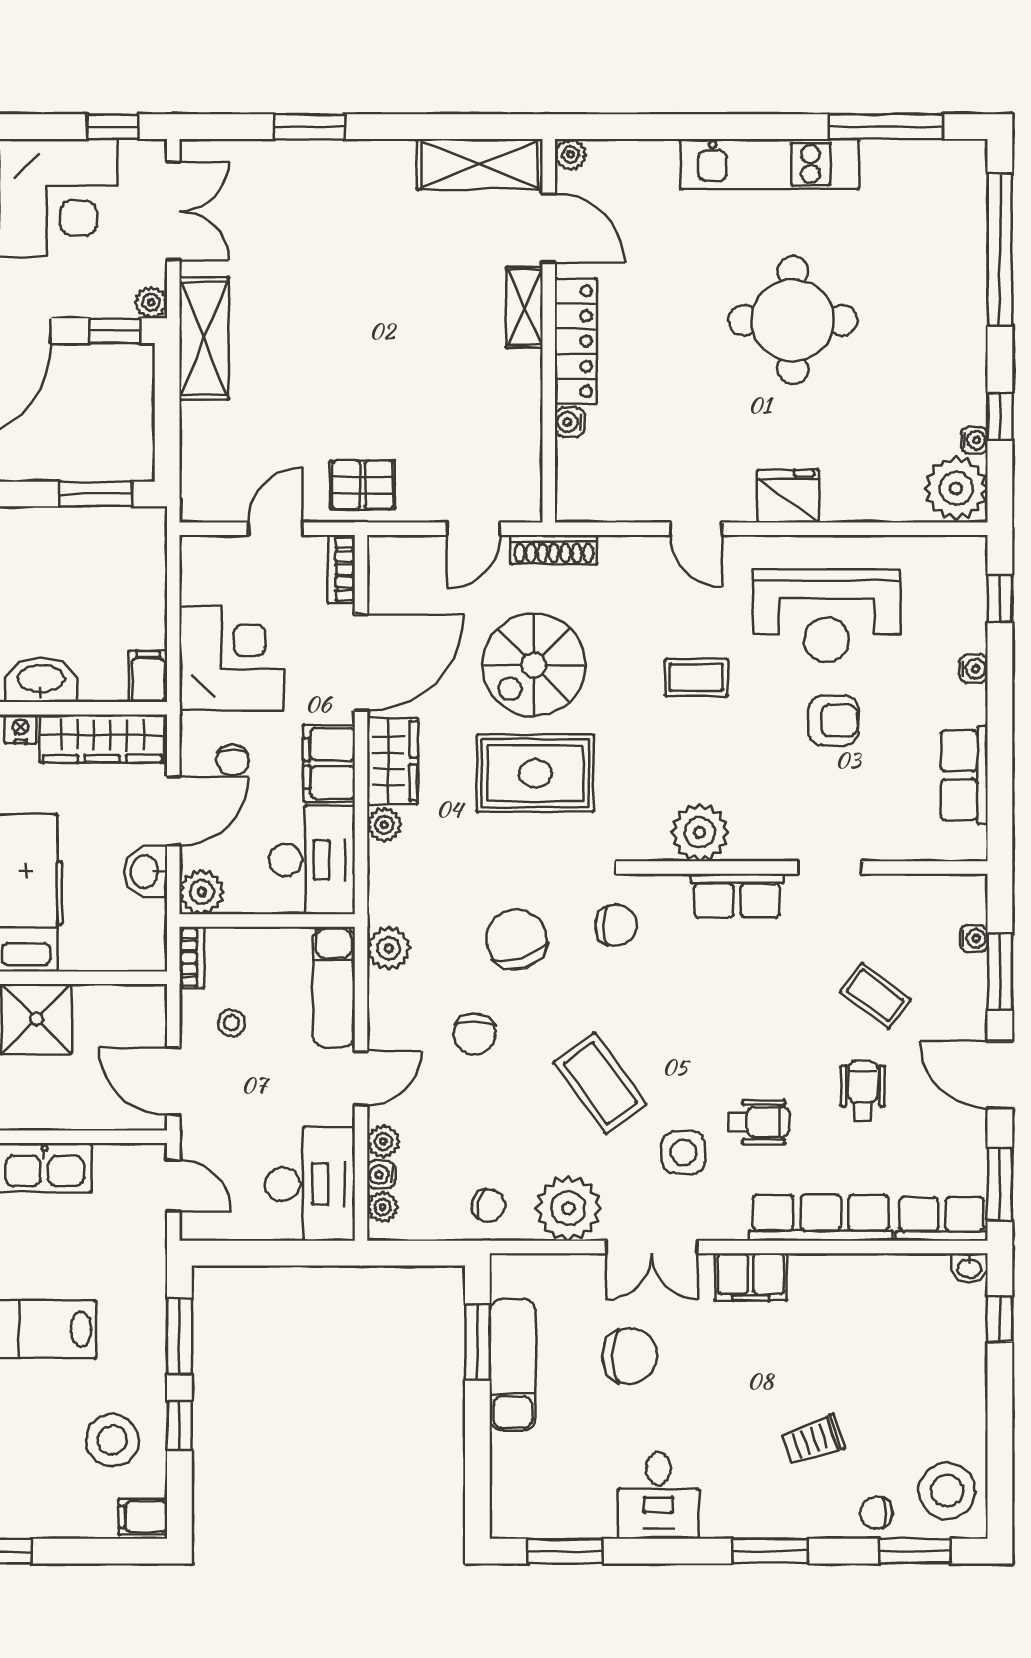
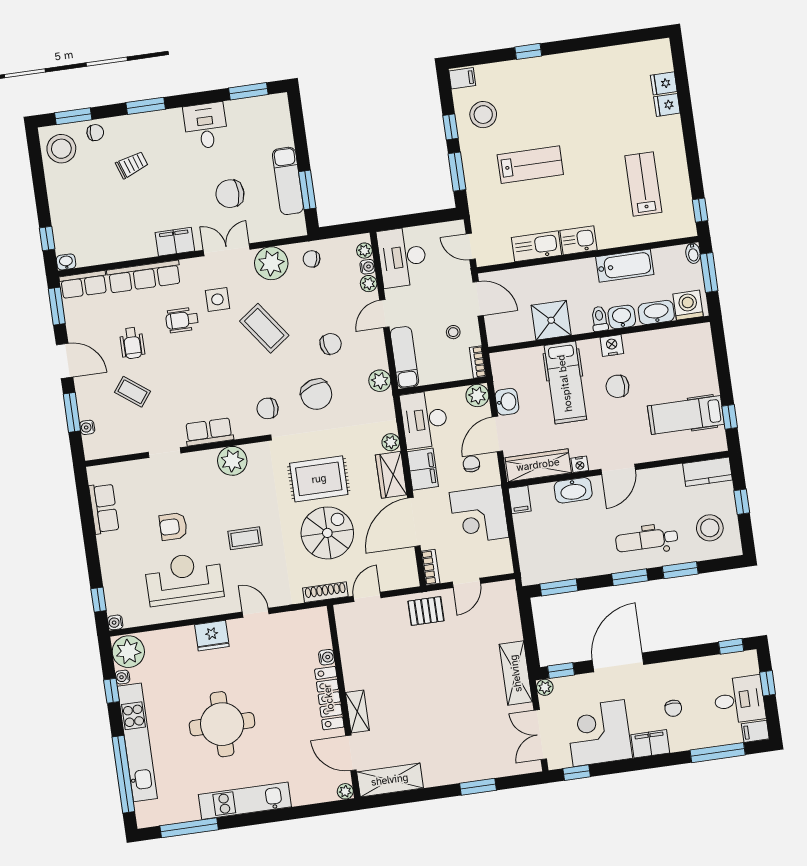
kitchen unit: (964, 308) -> (137, 742), added
water cooler: (974, 669) -> (115, 622), moved
chair: (475, 1034) -> (331, 344), turned 78

